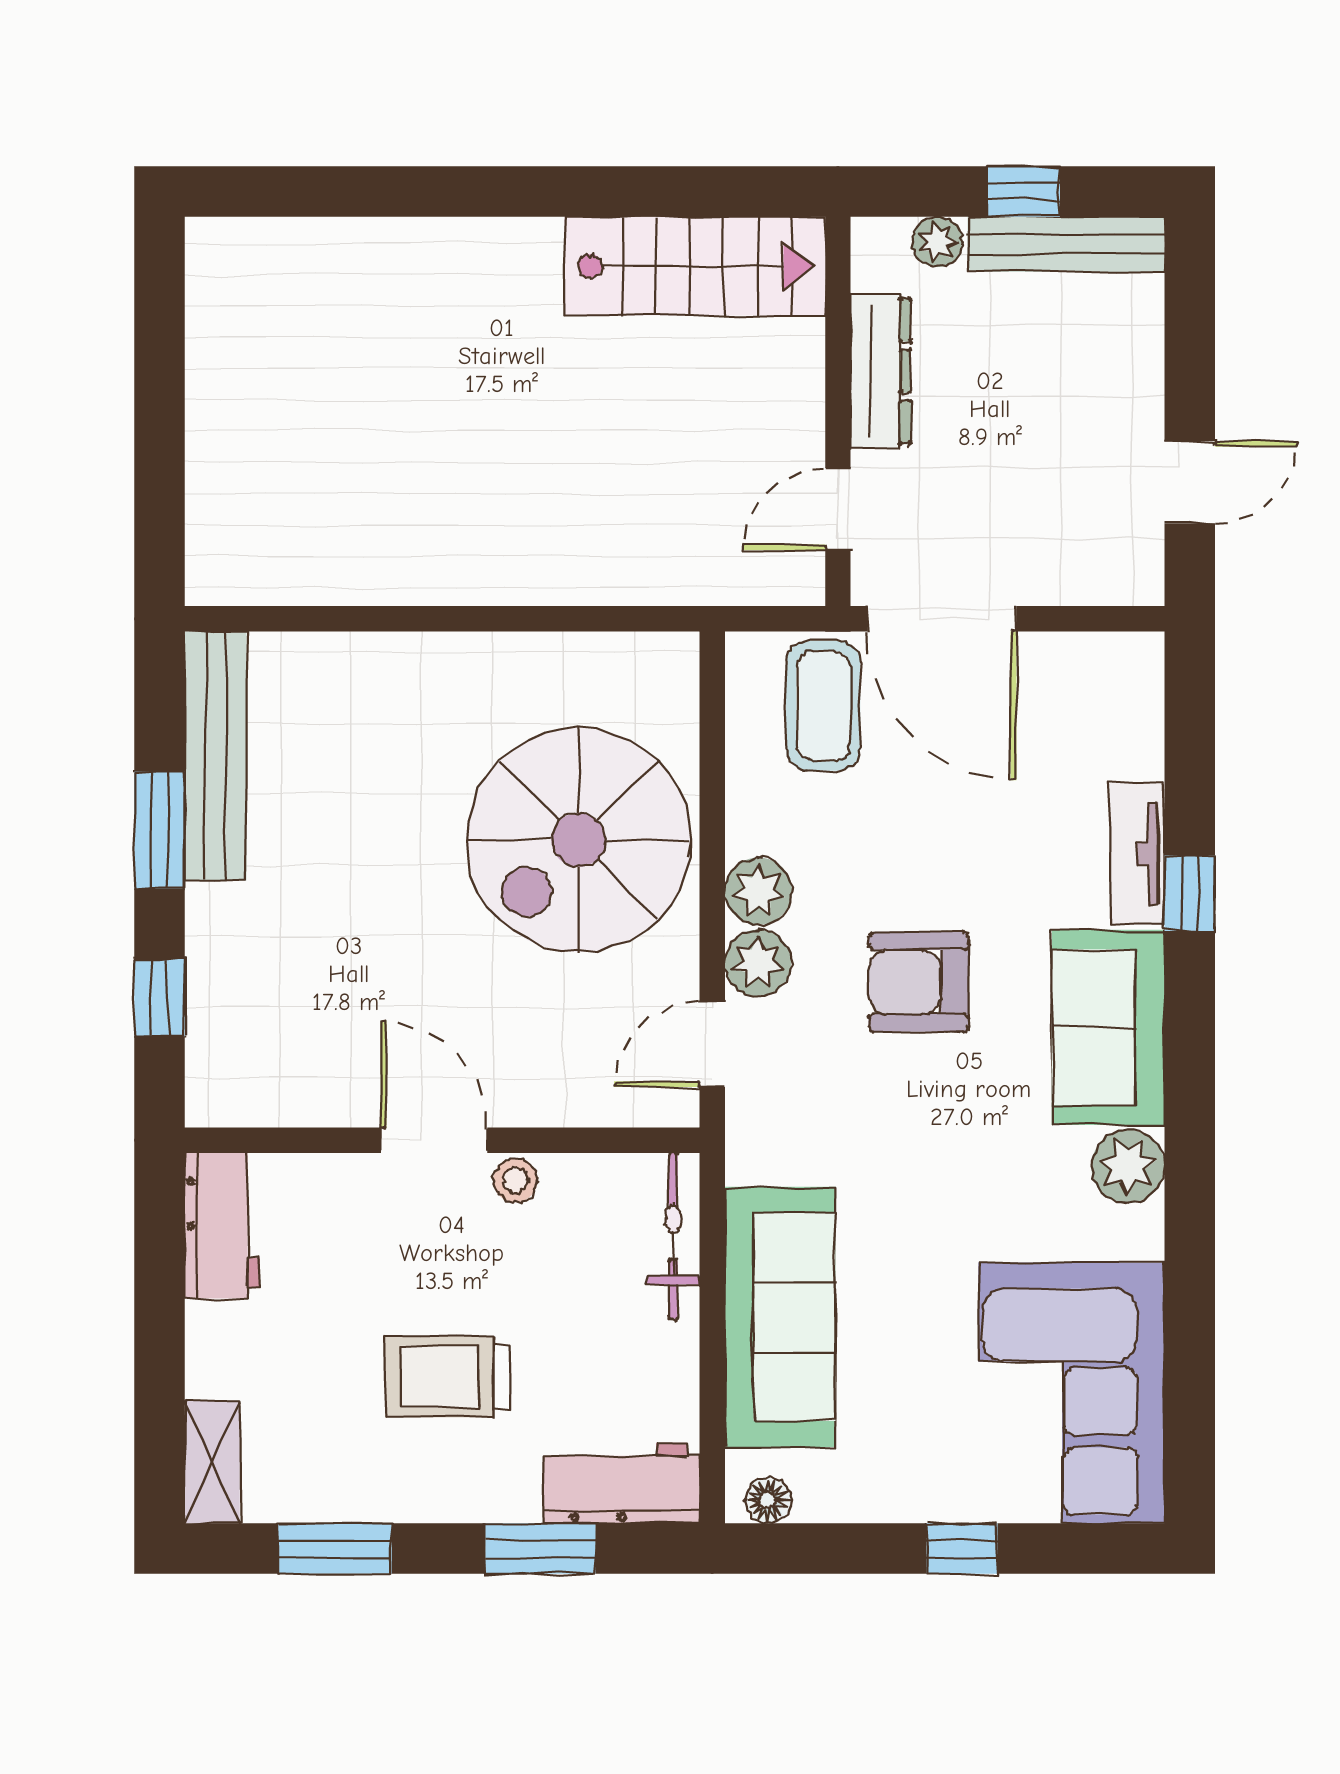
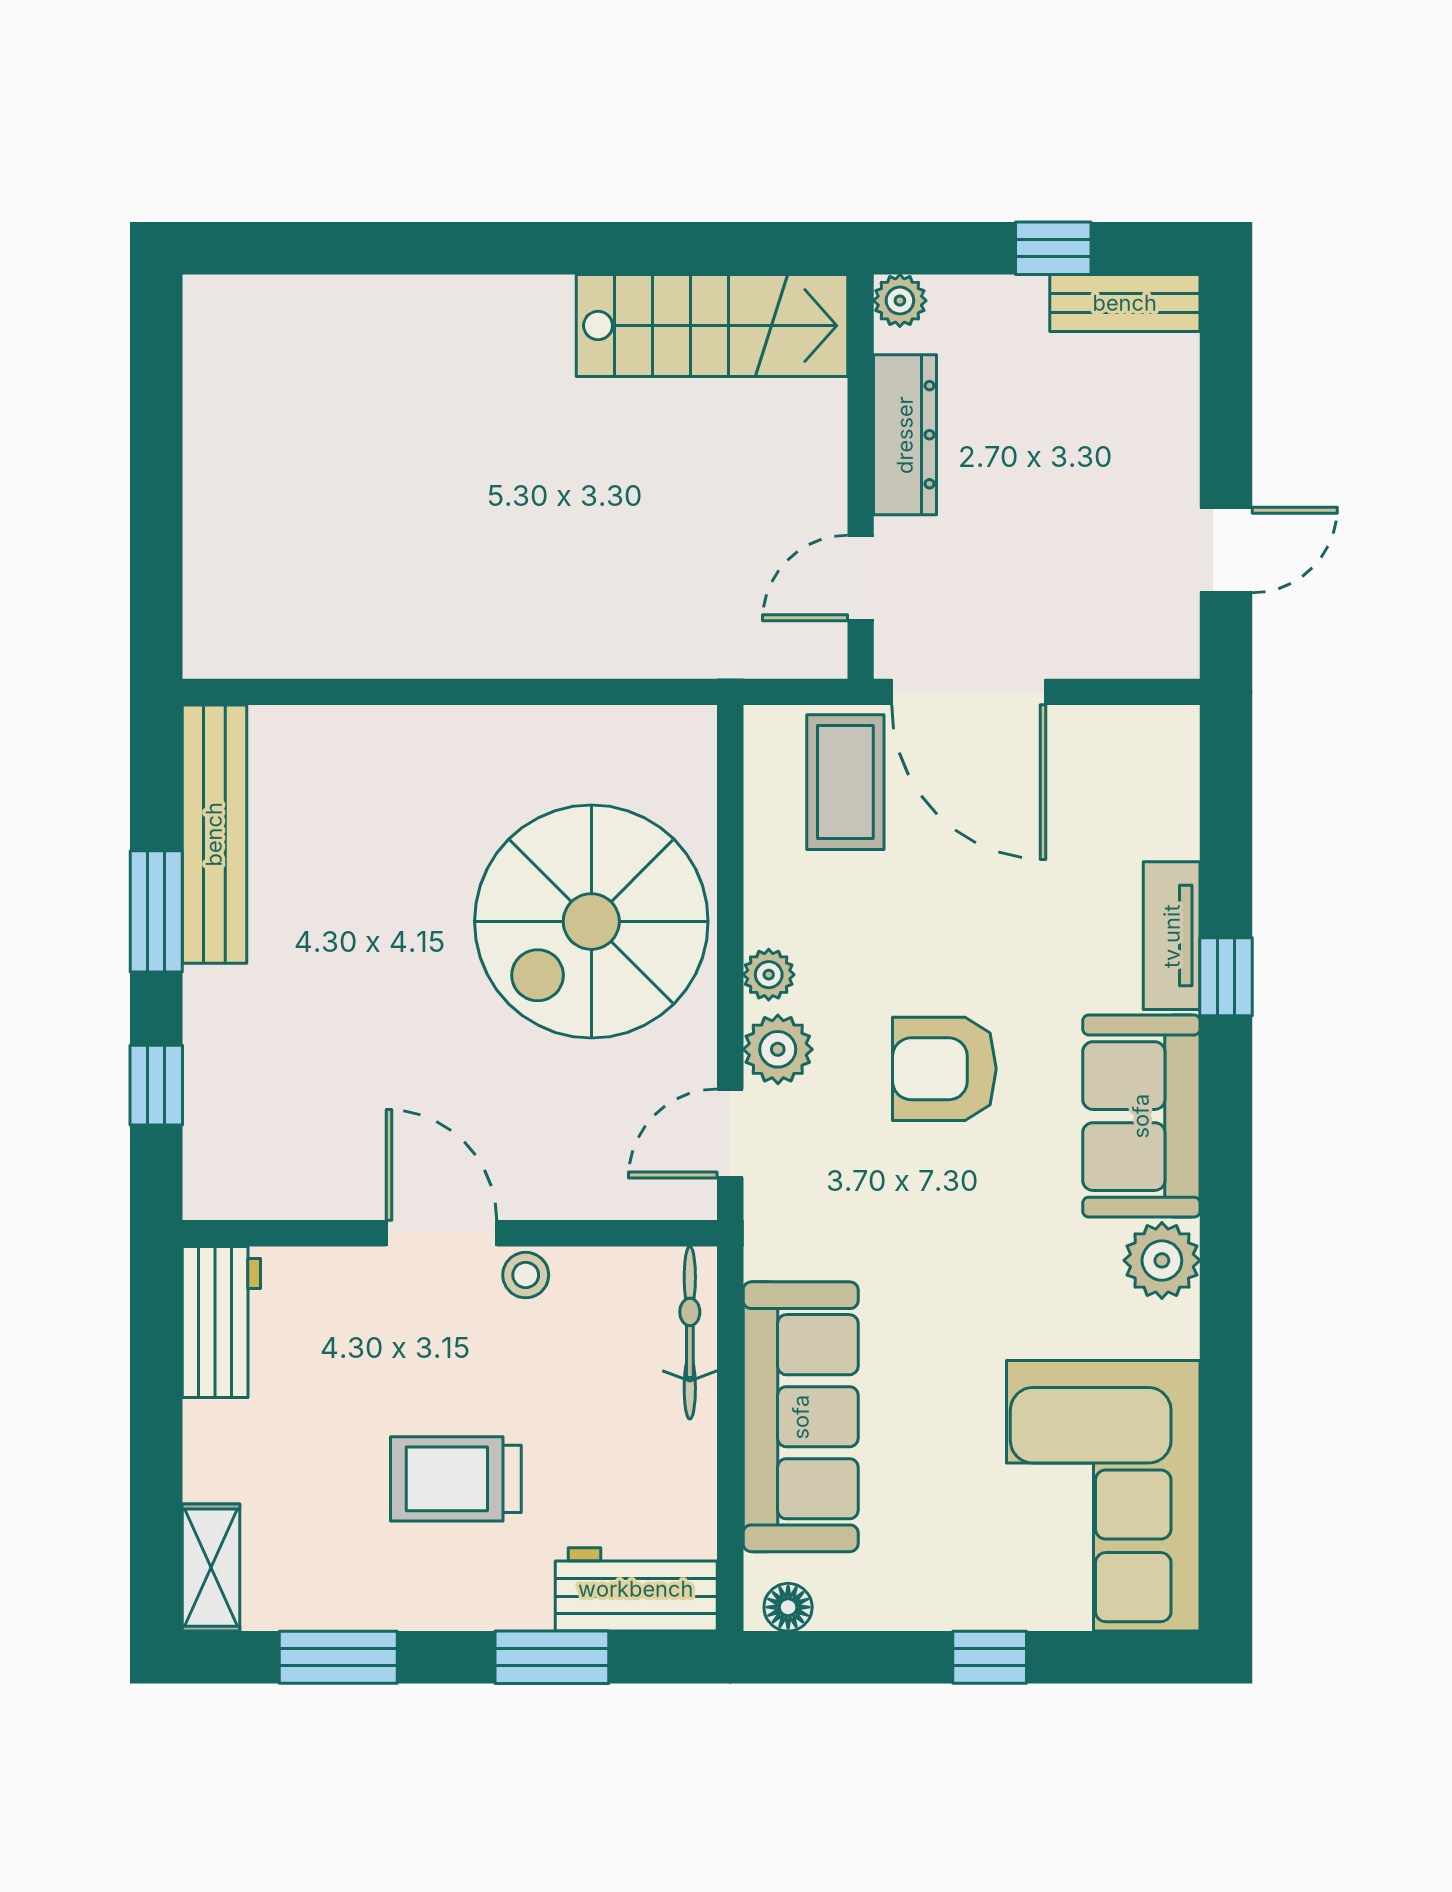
plant: (937, 242) -> (900, 301), moved
bench: (1066, 244) -> (1125, 303), width x0.73
plant: (758, 891) -> (769, 975), width x0.73, depth x0.73

